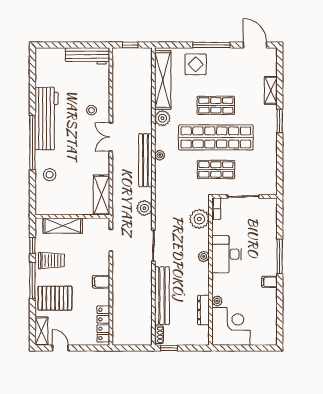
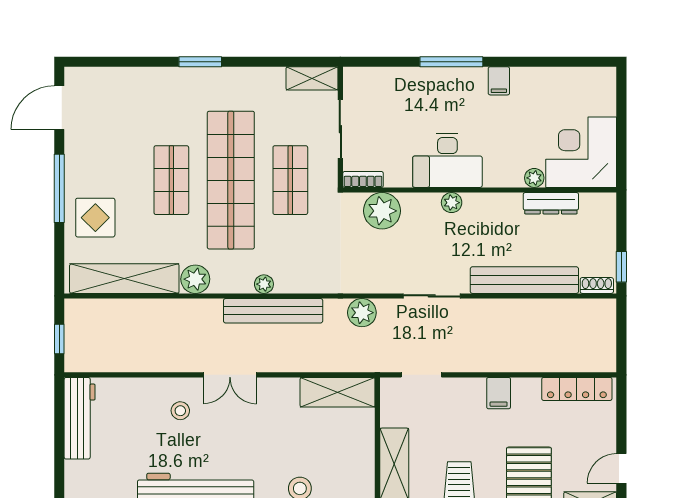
shelving: (271, 90) -> (312, 78), moved

